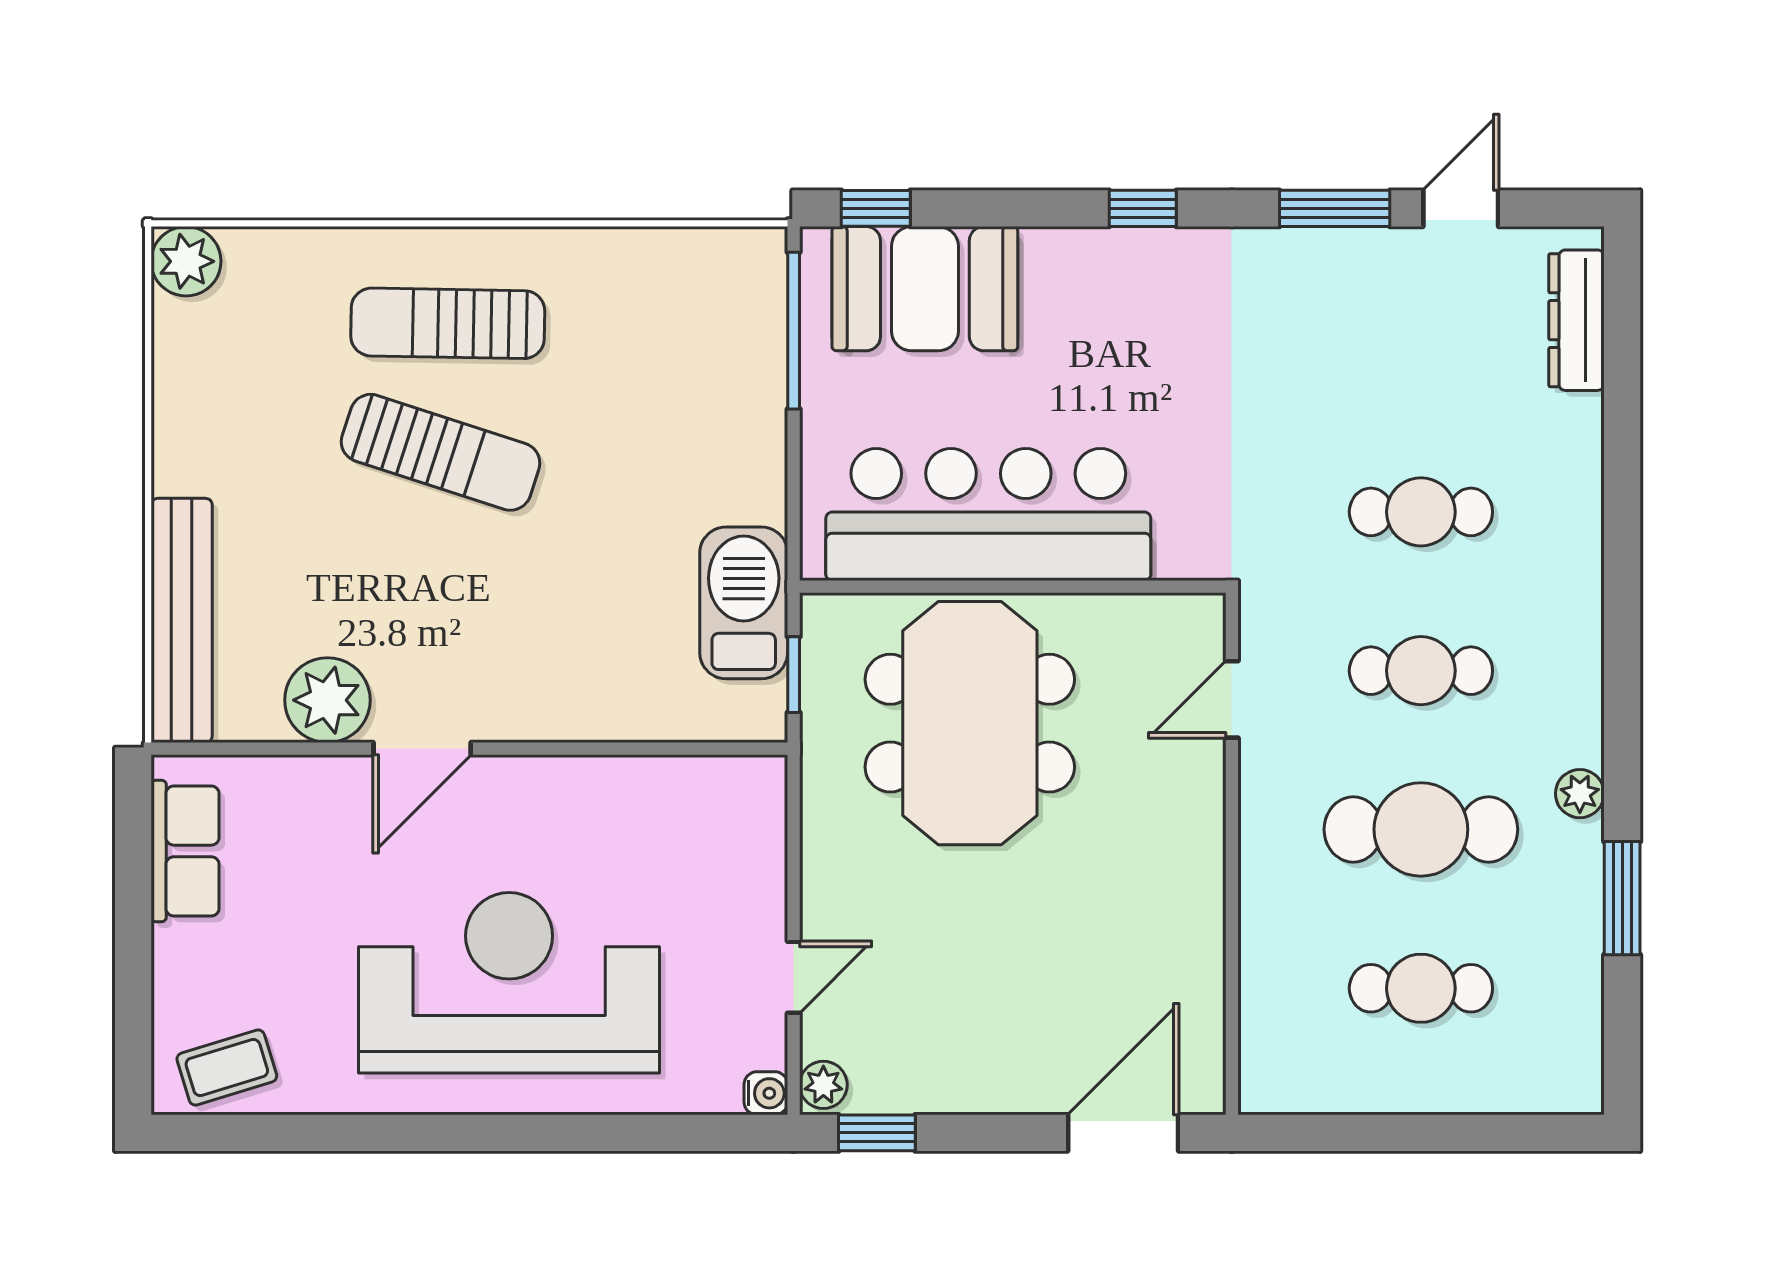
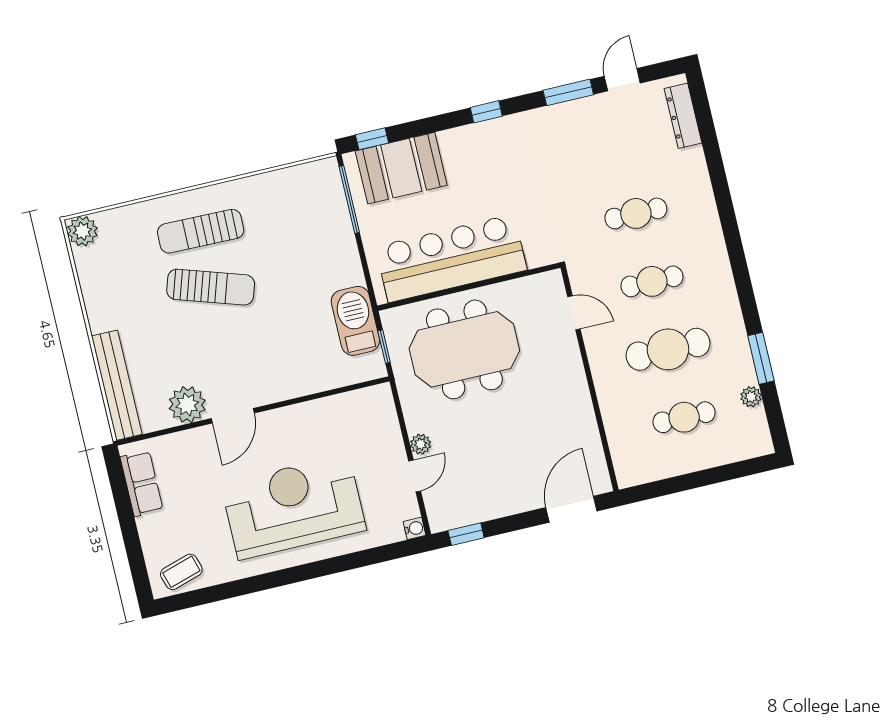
door: (1232, 699) -> (574, 313), swing flipped
meeting table: (970, 723) -> (464, 349), turned 90
plant: (1580, 794) -> (751, 397), moved
plant: (823, 1085) -> (421, 444), moved

